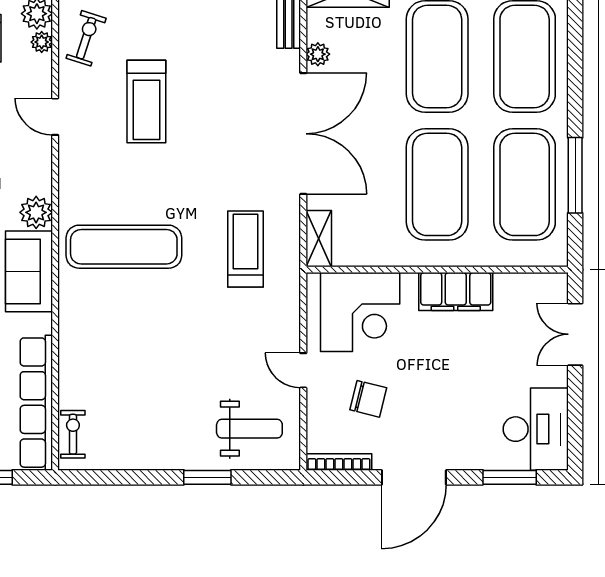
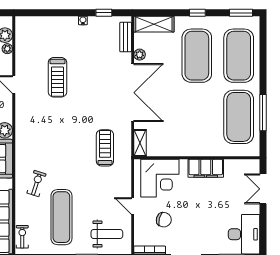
exercise bike: (86, 38) -> (36, 183), moved
exercise mat: (437, 184) -> (197, 117), removed
exercise mat: (124, 247) -> (61, 217), moved, turned 90

